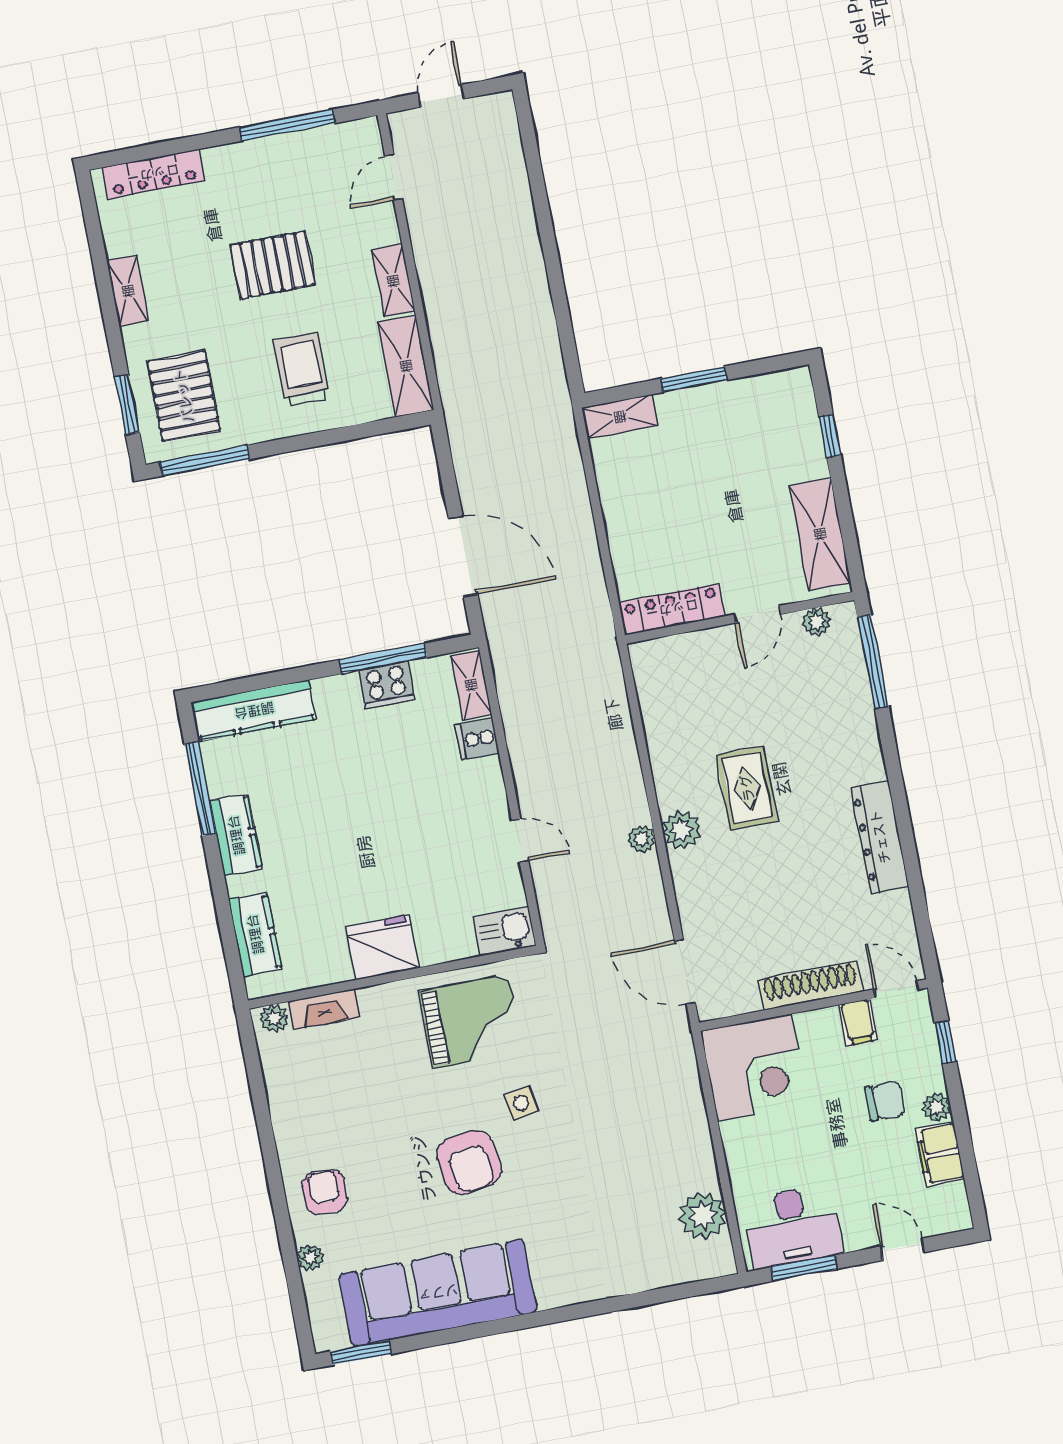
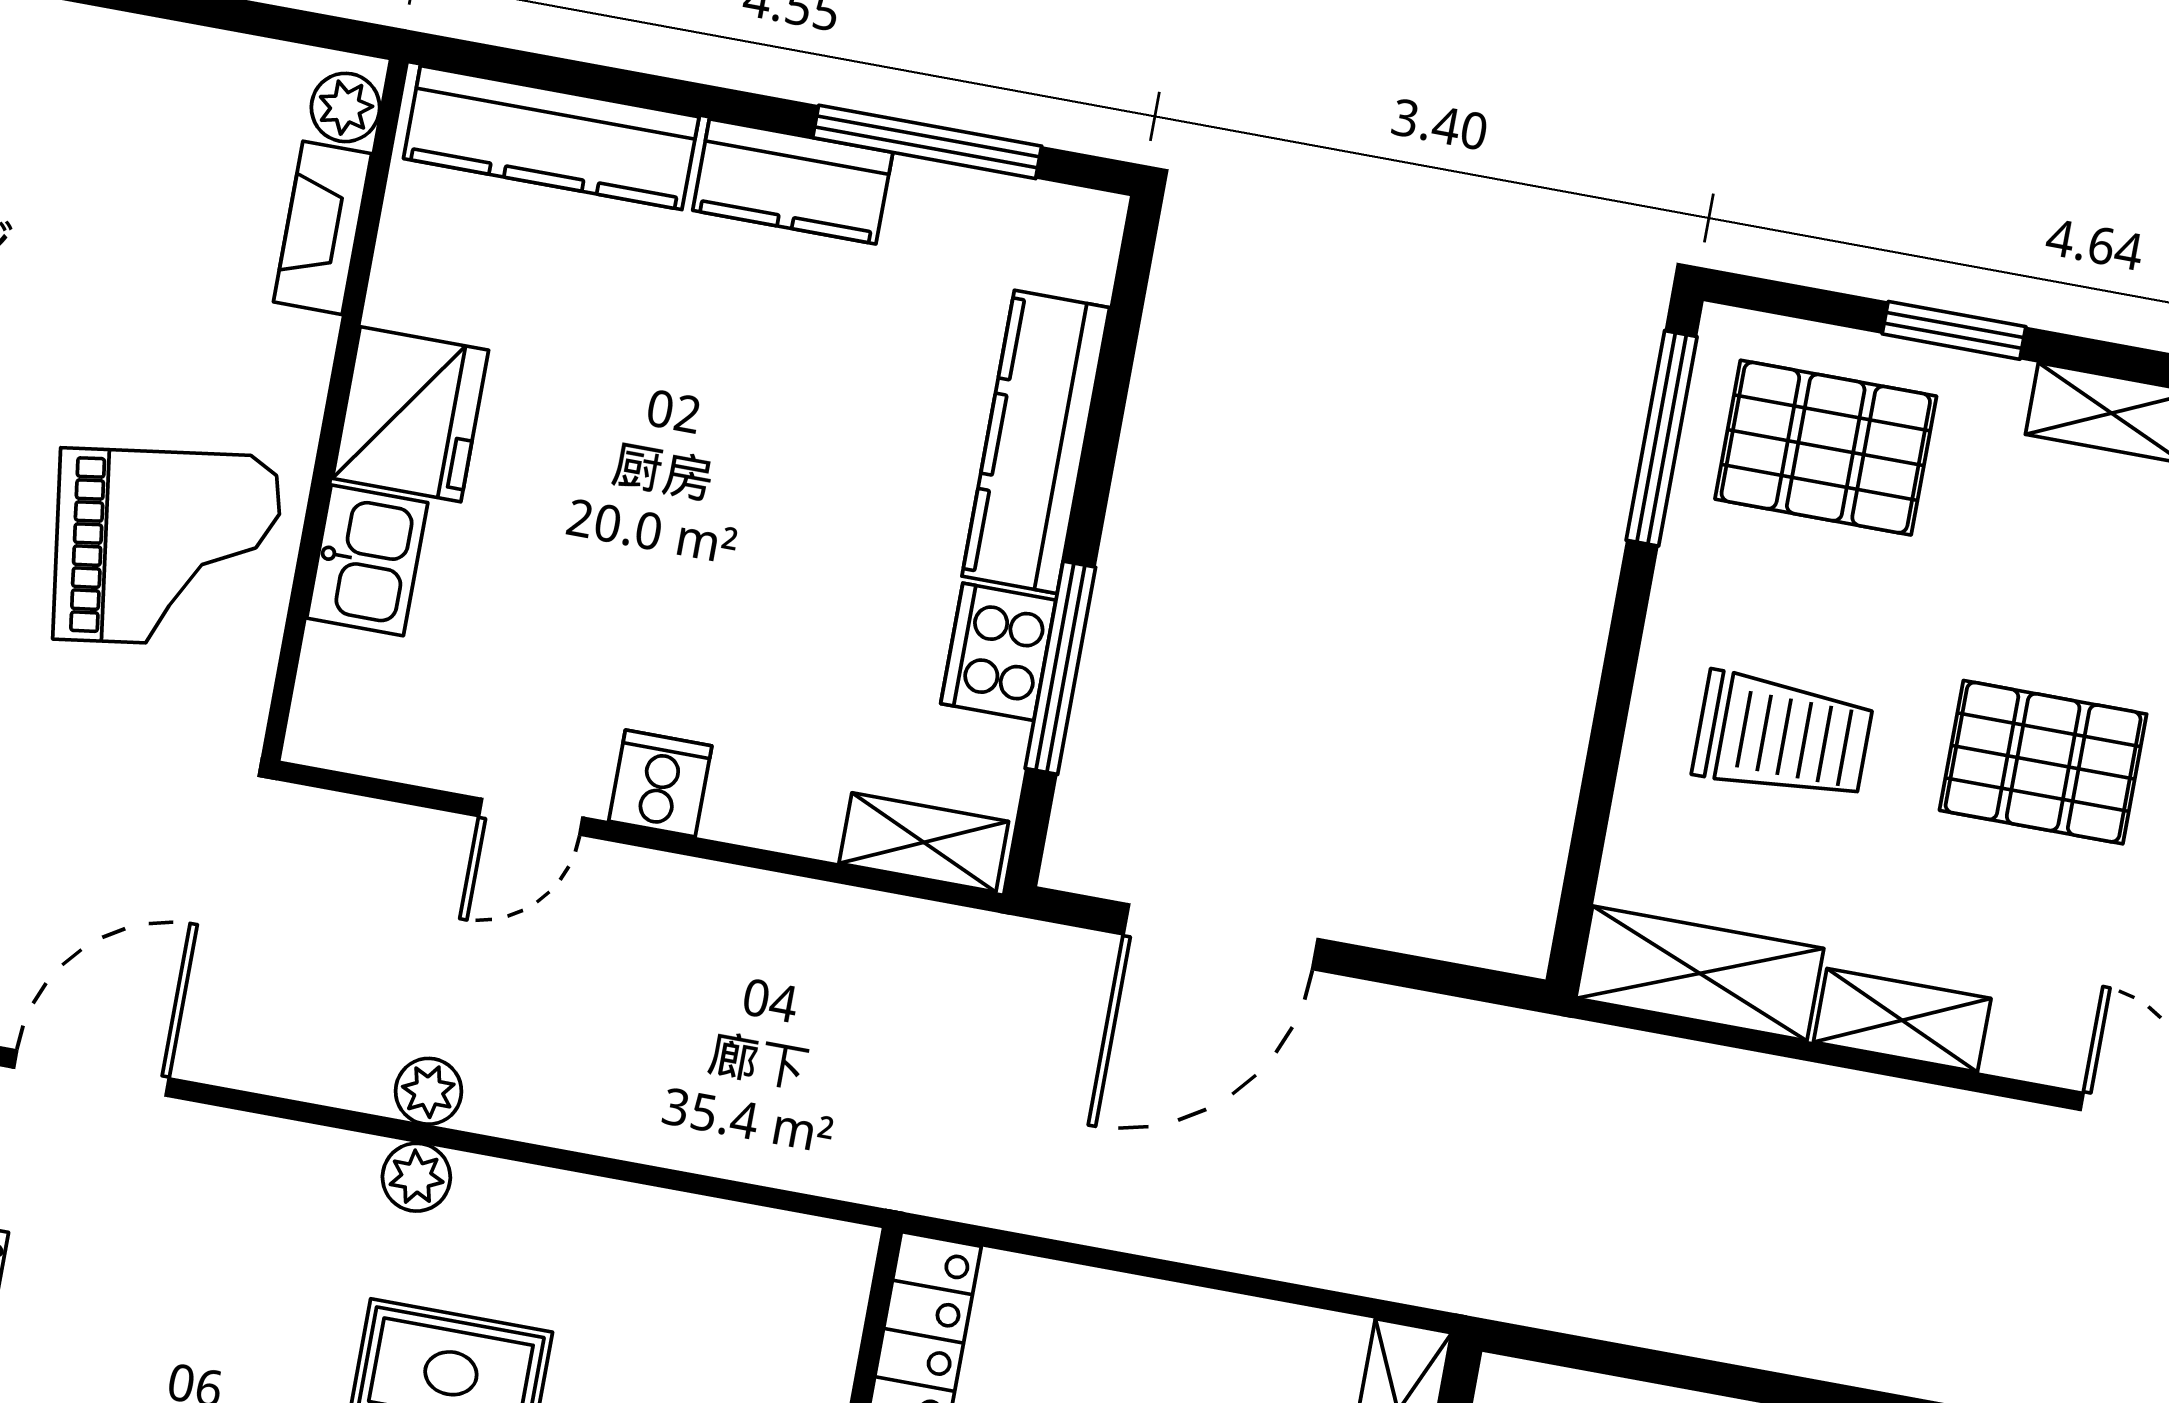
pallet: (273, 265) -> (2043, 762), turned 90
window: (127, 405) -> (1954, 330), moved
kitchen counter: (254, 711) -> (1036, 442), moved
cooker: (477, 739) -> (660, 783), moved
plant: (682, 830) -> (416, 1177), width x0.73, depth x0.73
kitchen sink: (505, 931) -> (367, 560), moved
kitchen counter: (255, 934) -> (551, 138), width x1.50
grand piano: (471, 1021) -> (167, 548), turned -98

